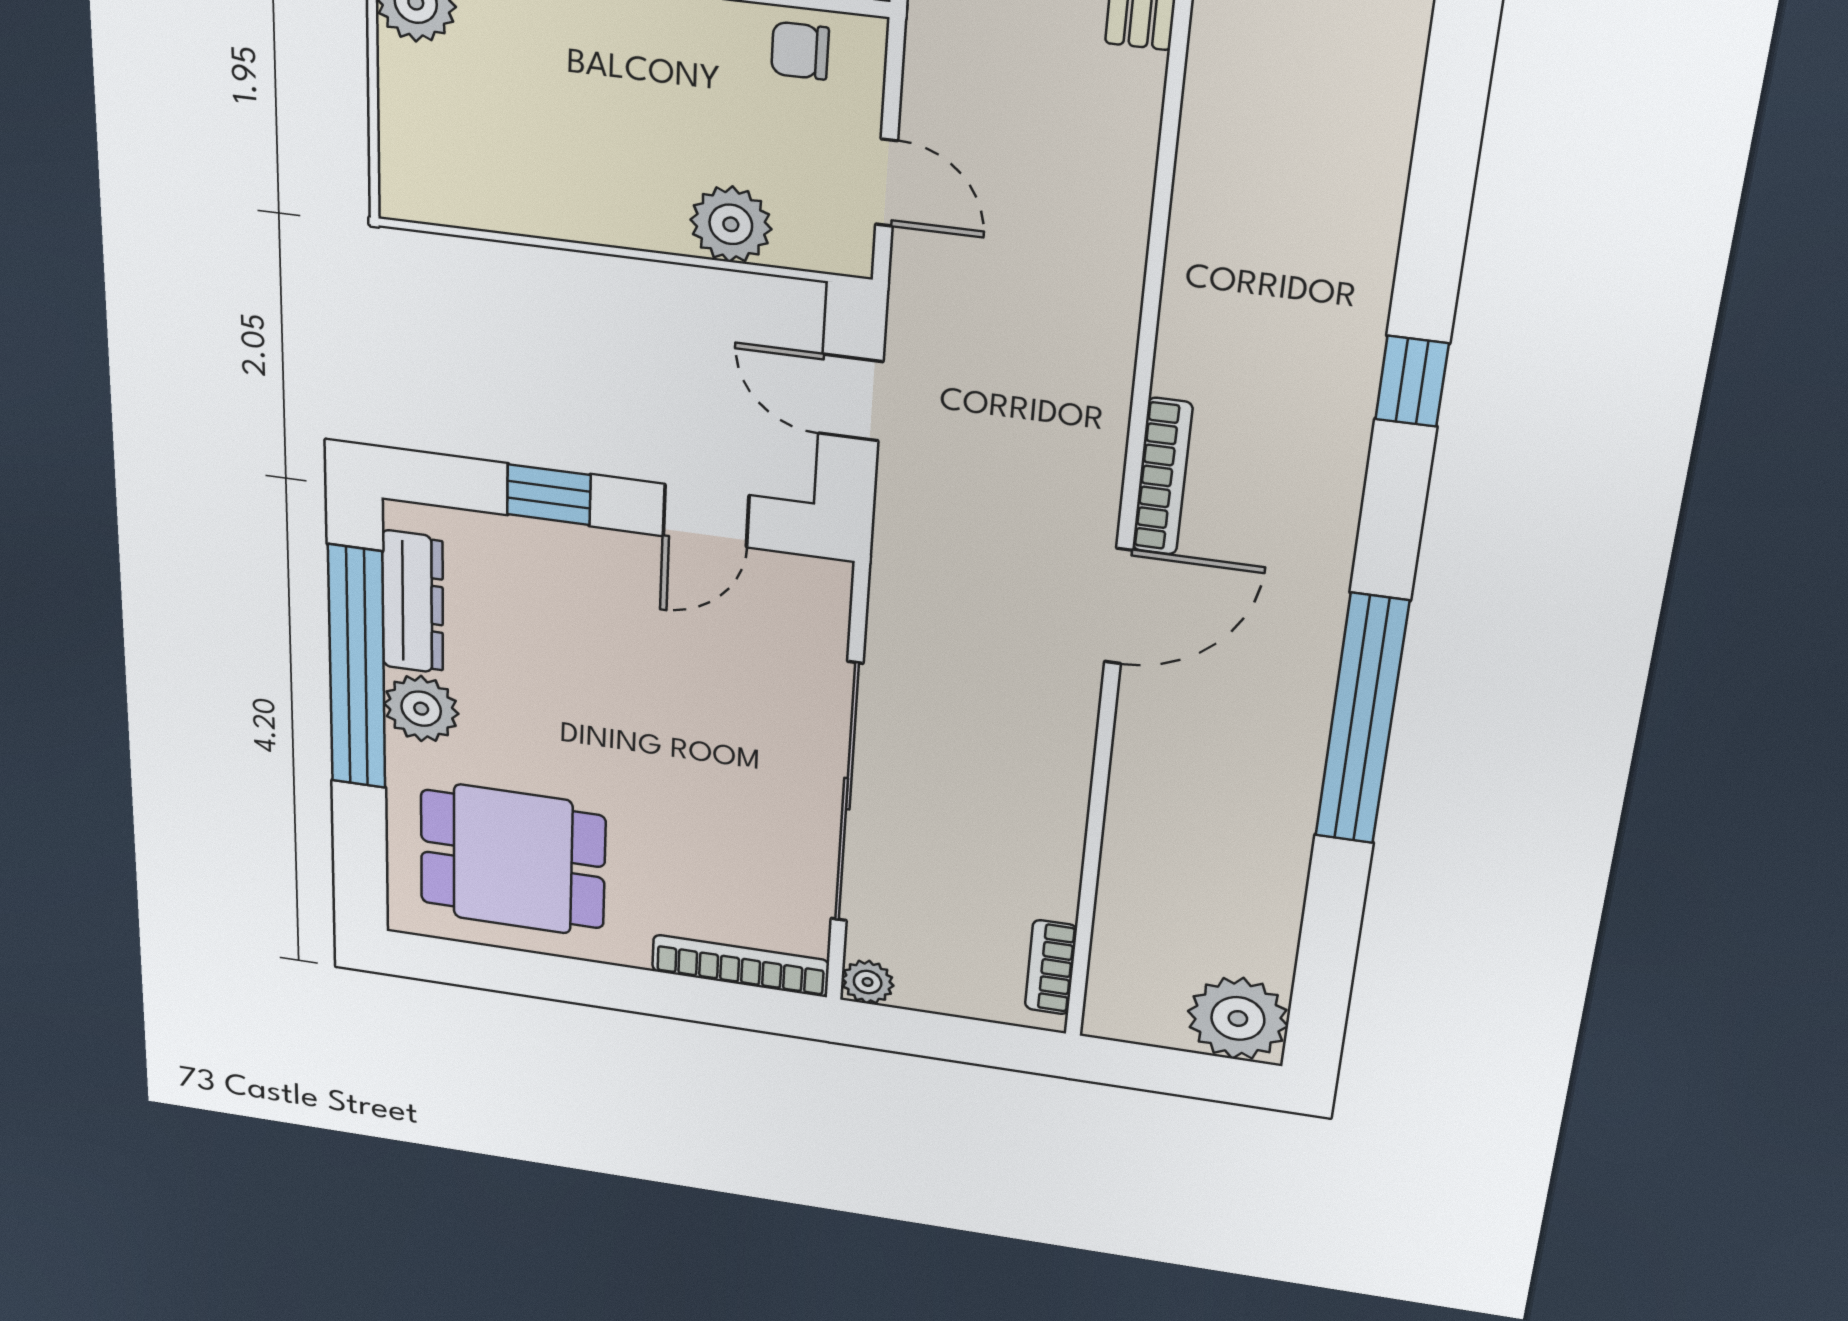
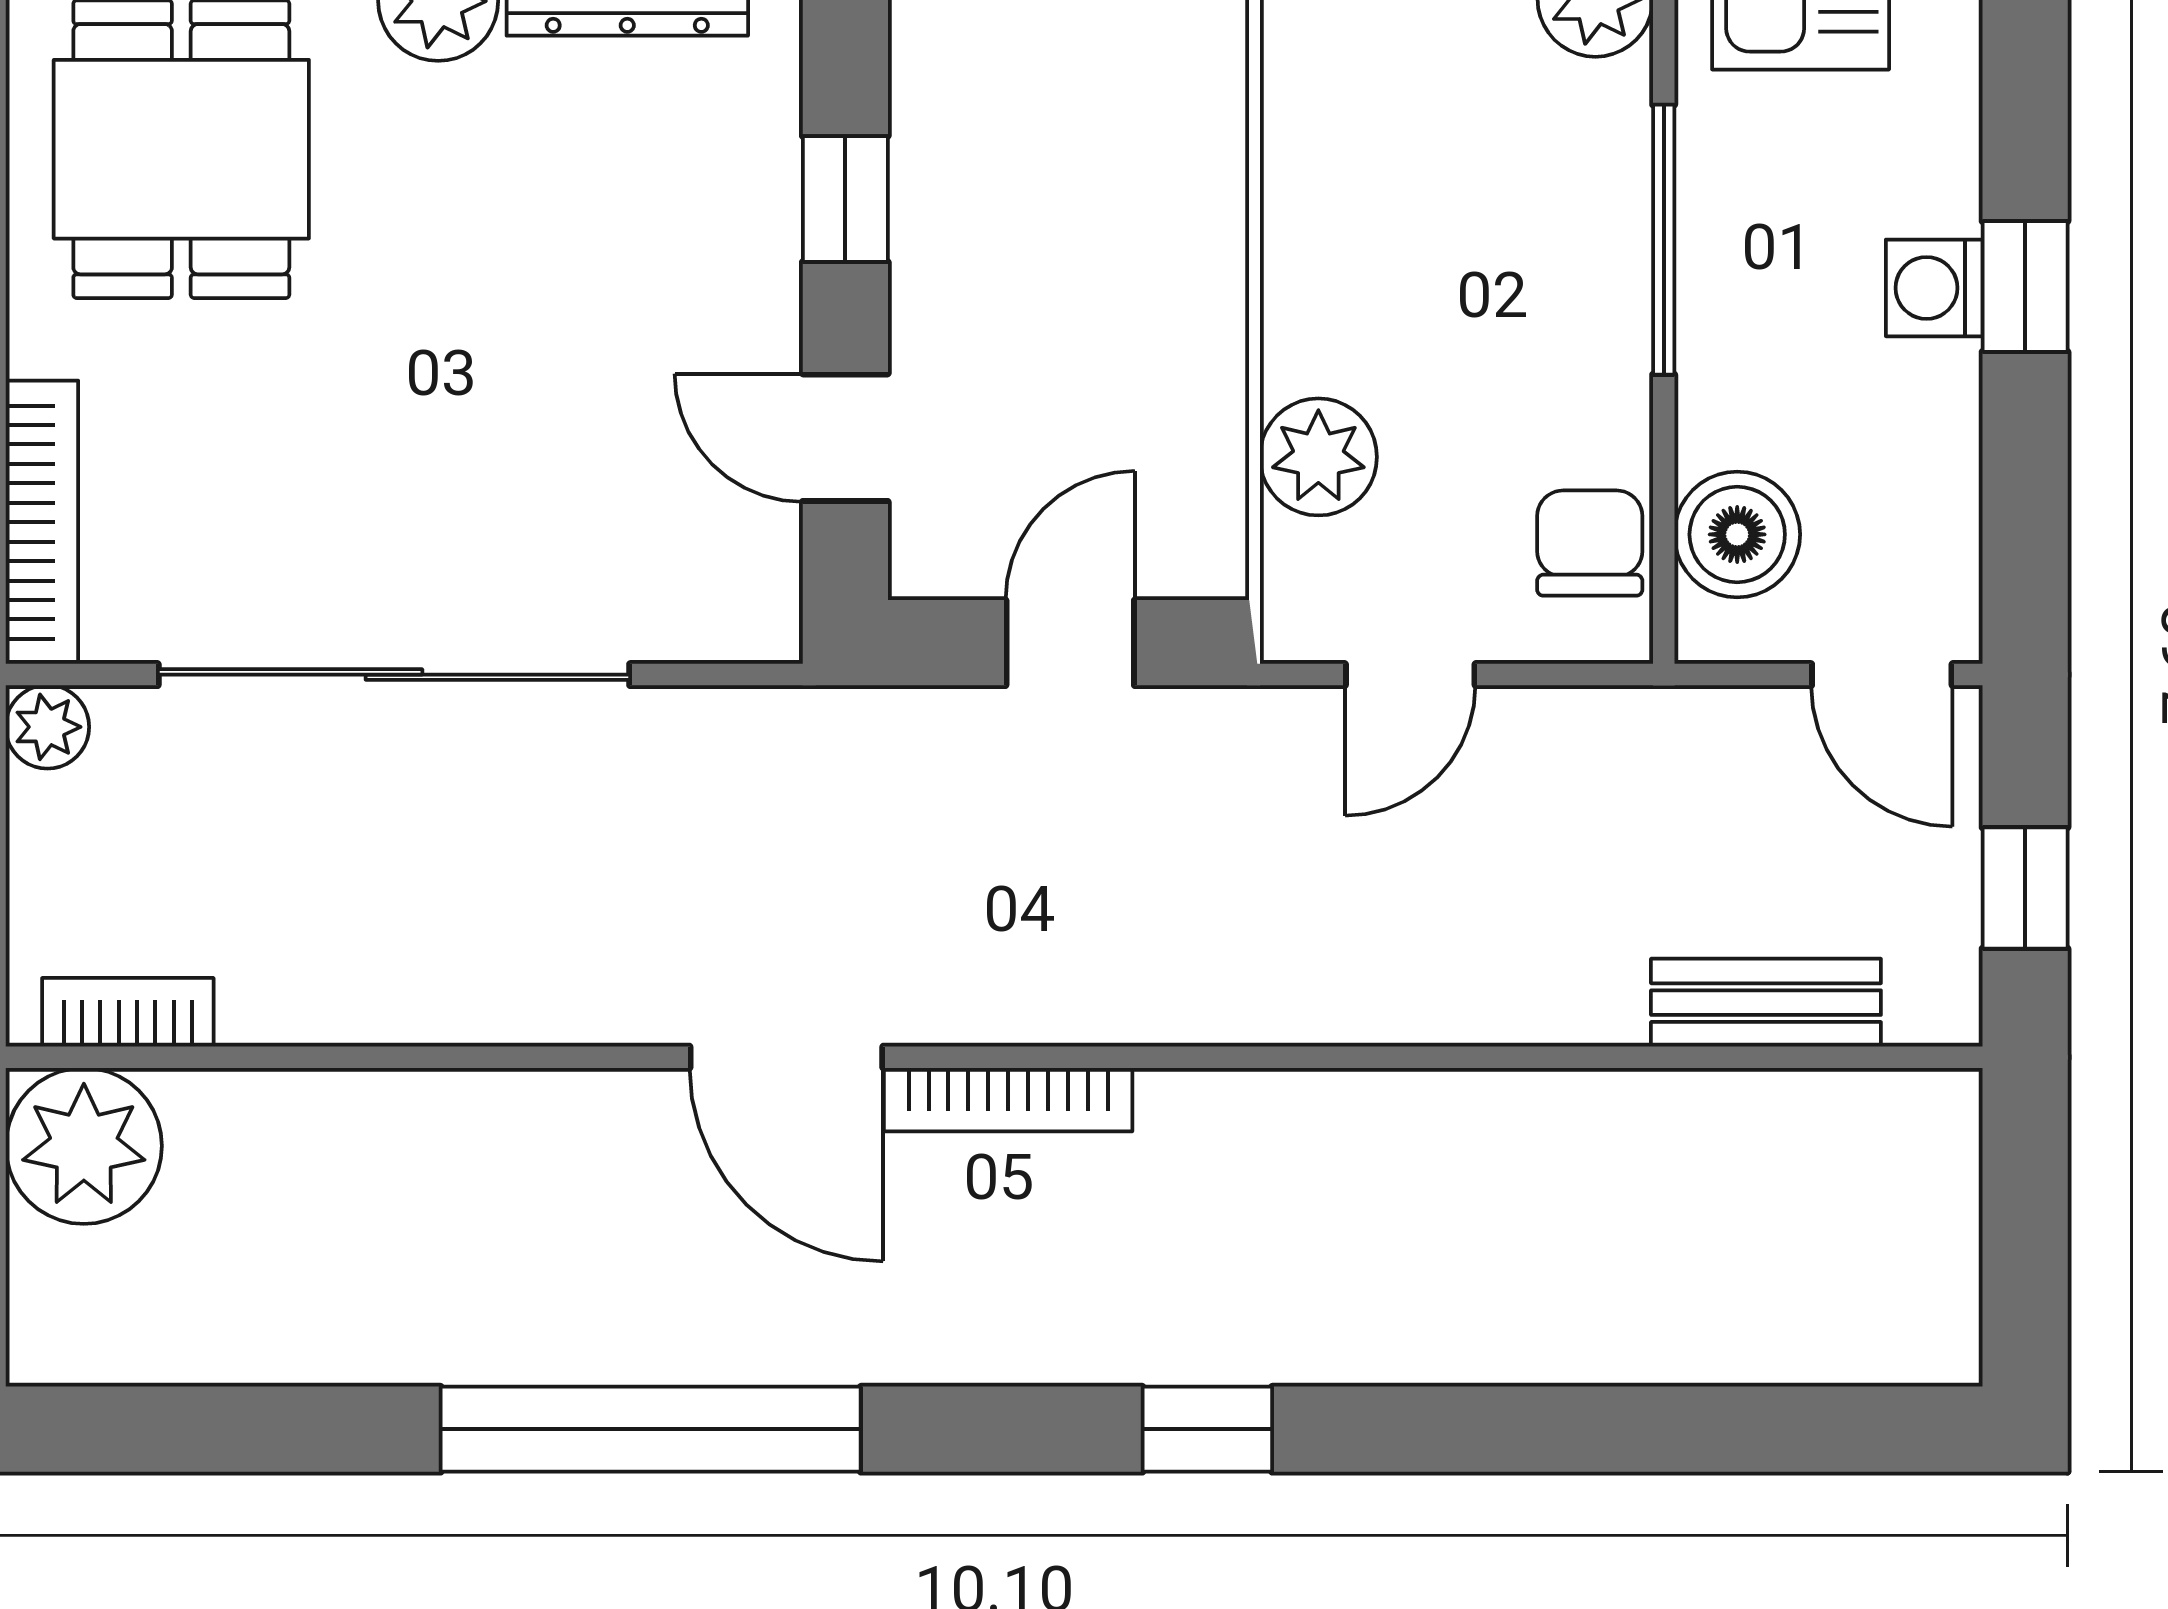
chair: (800, 51) -> (1590, 543), width x1.37, depth x1.37
plant: (1238, 1018) -> (84, 1146), moved

